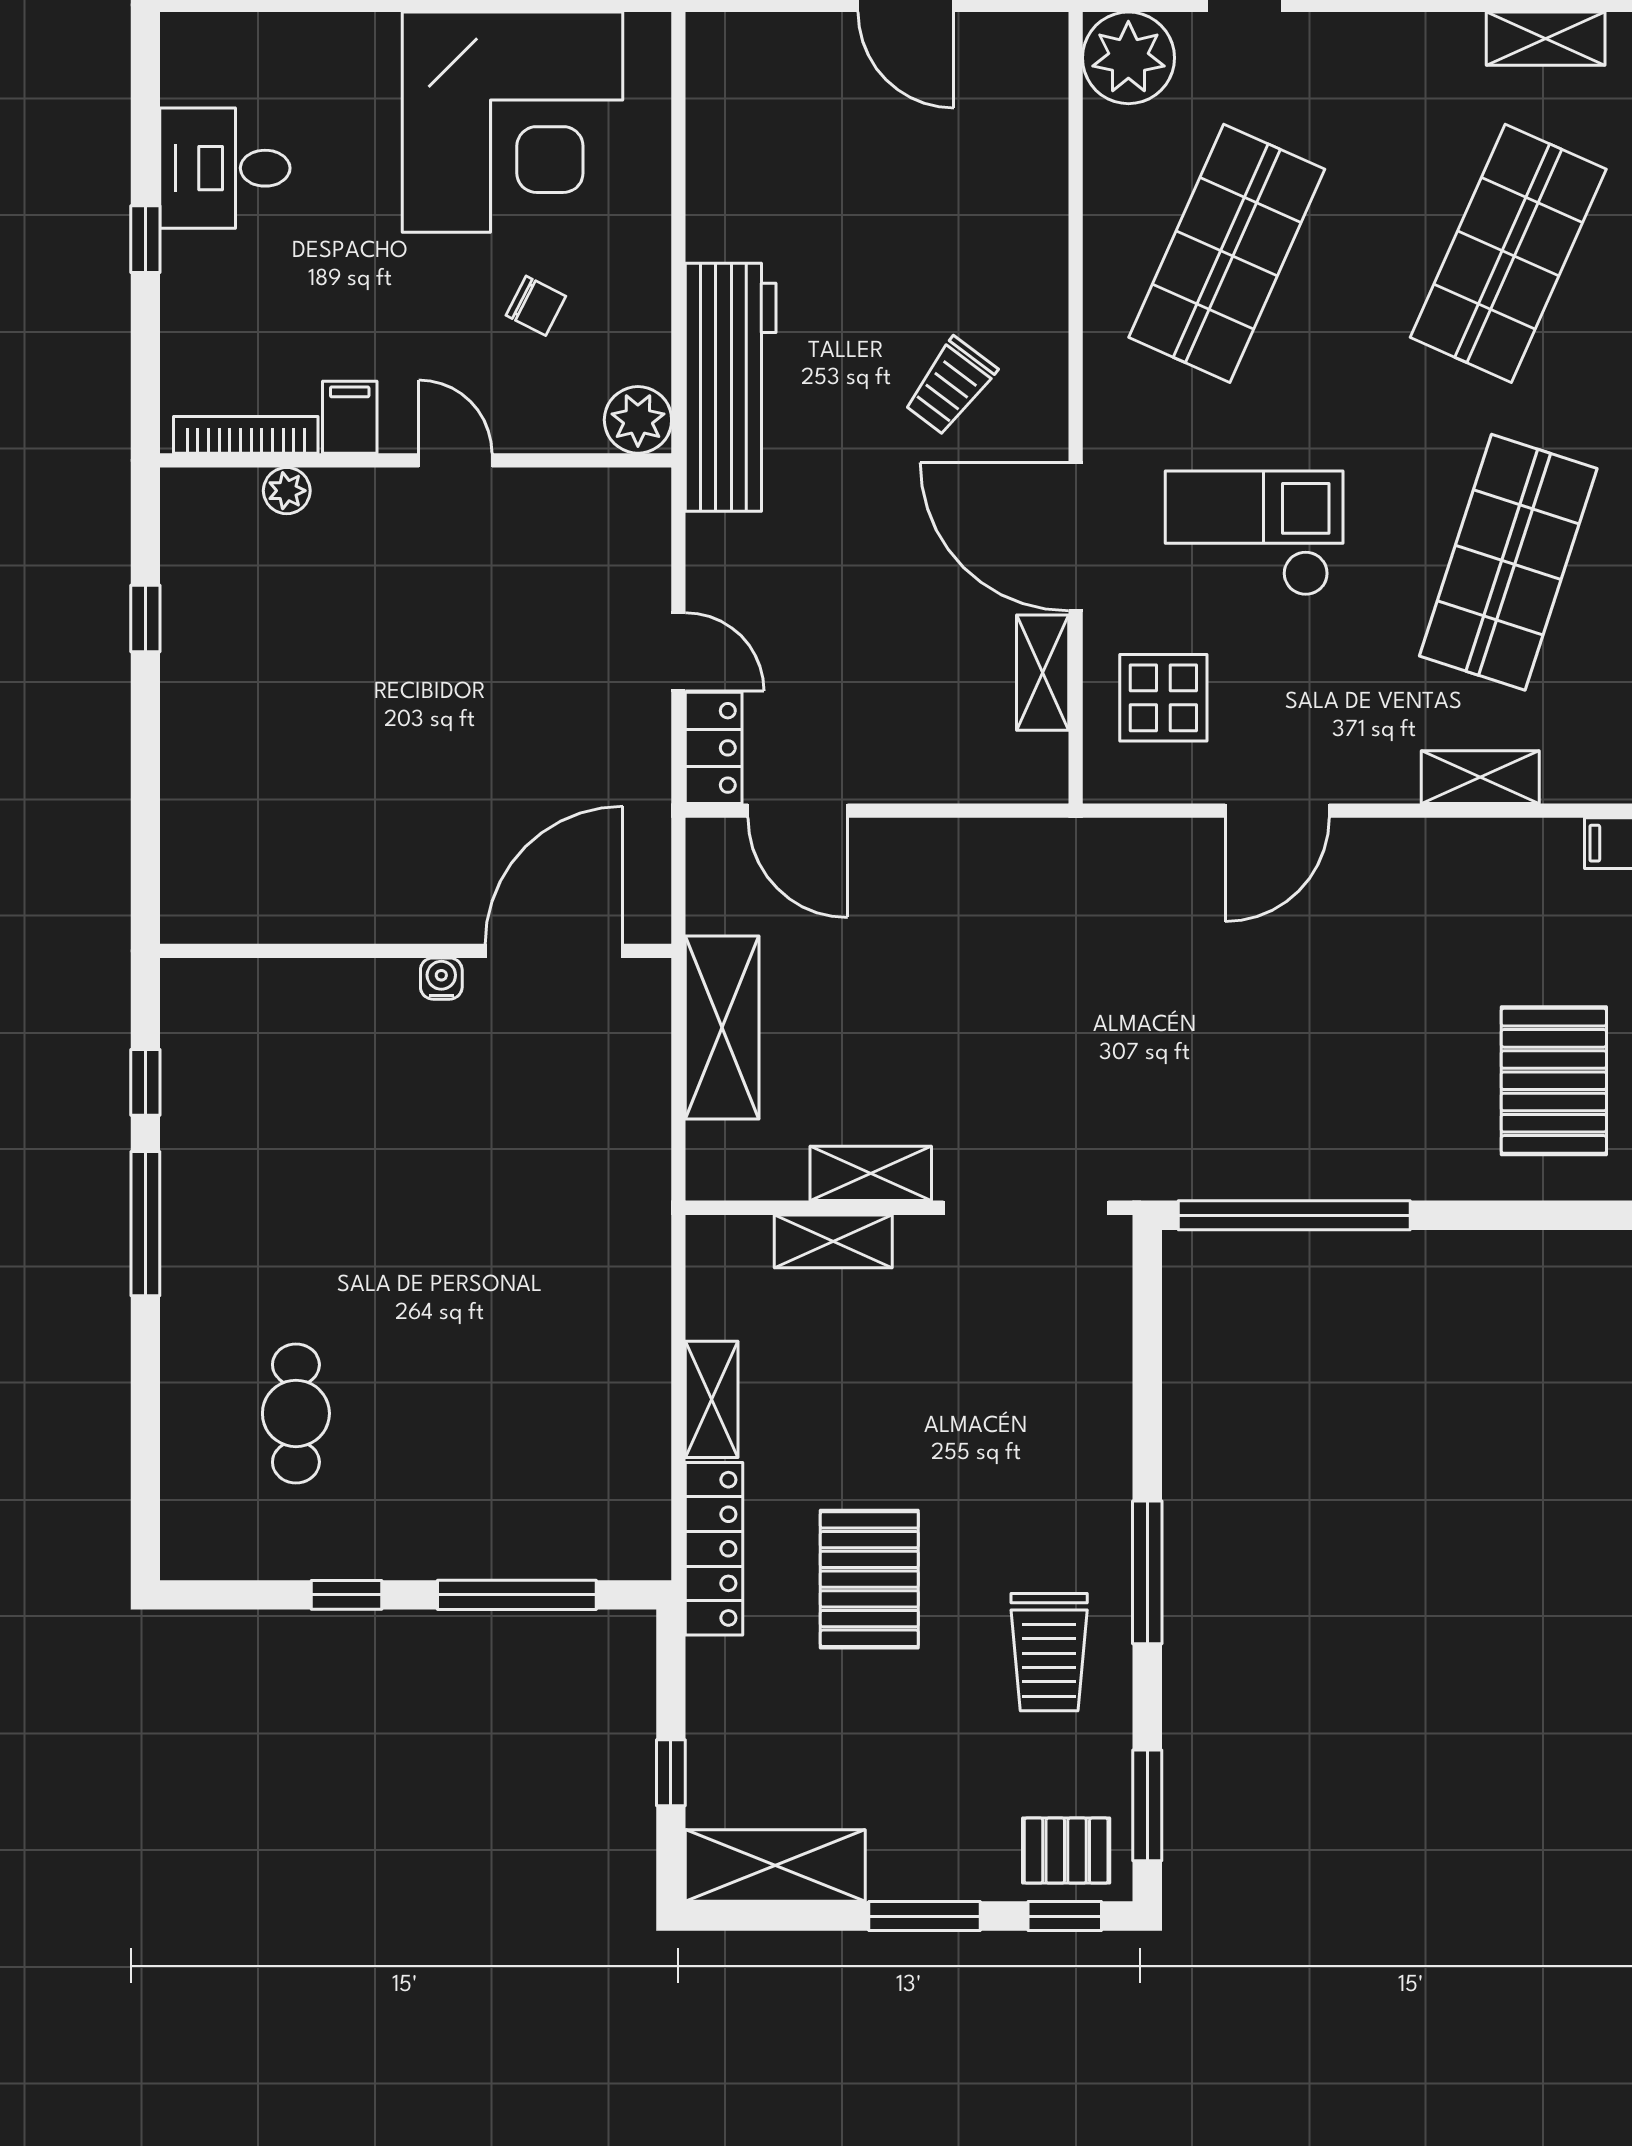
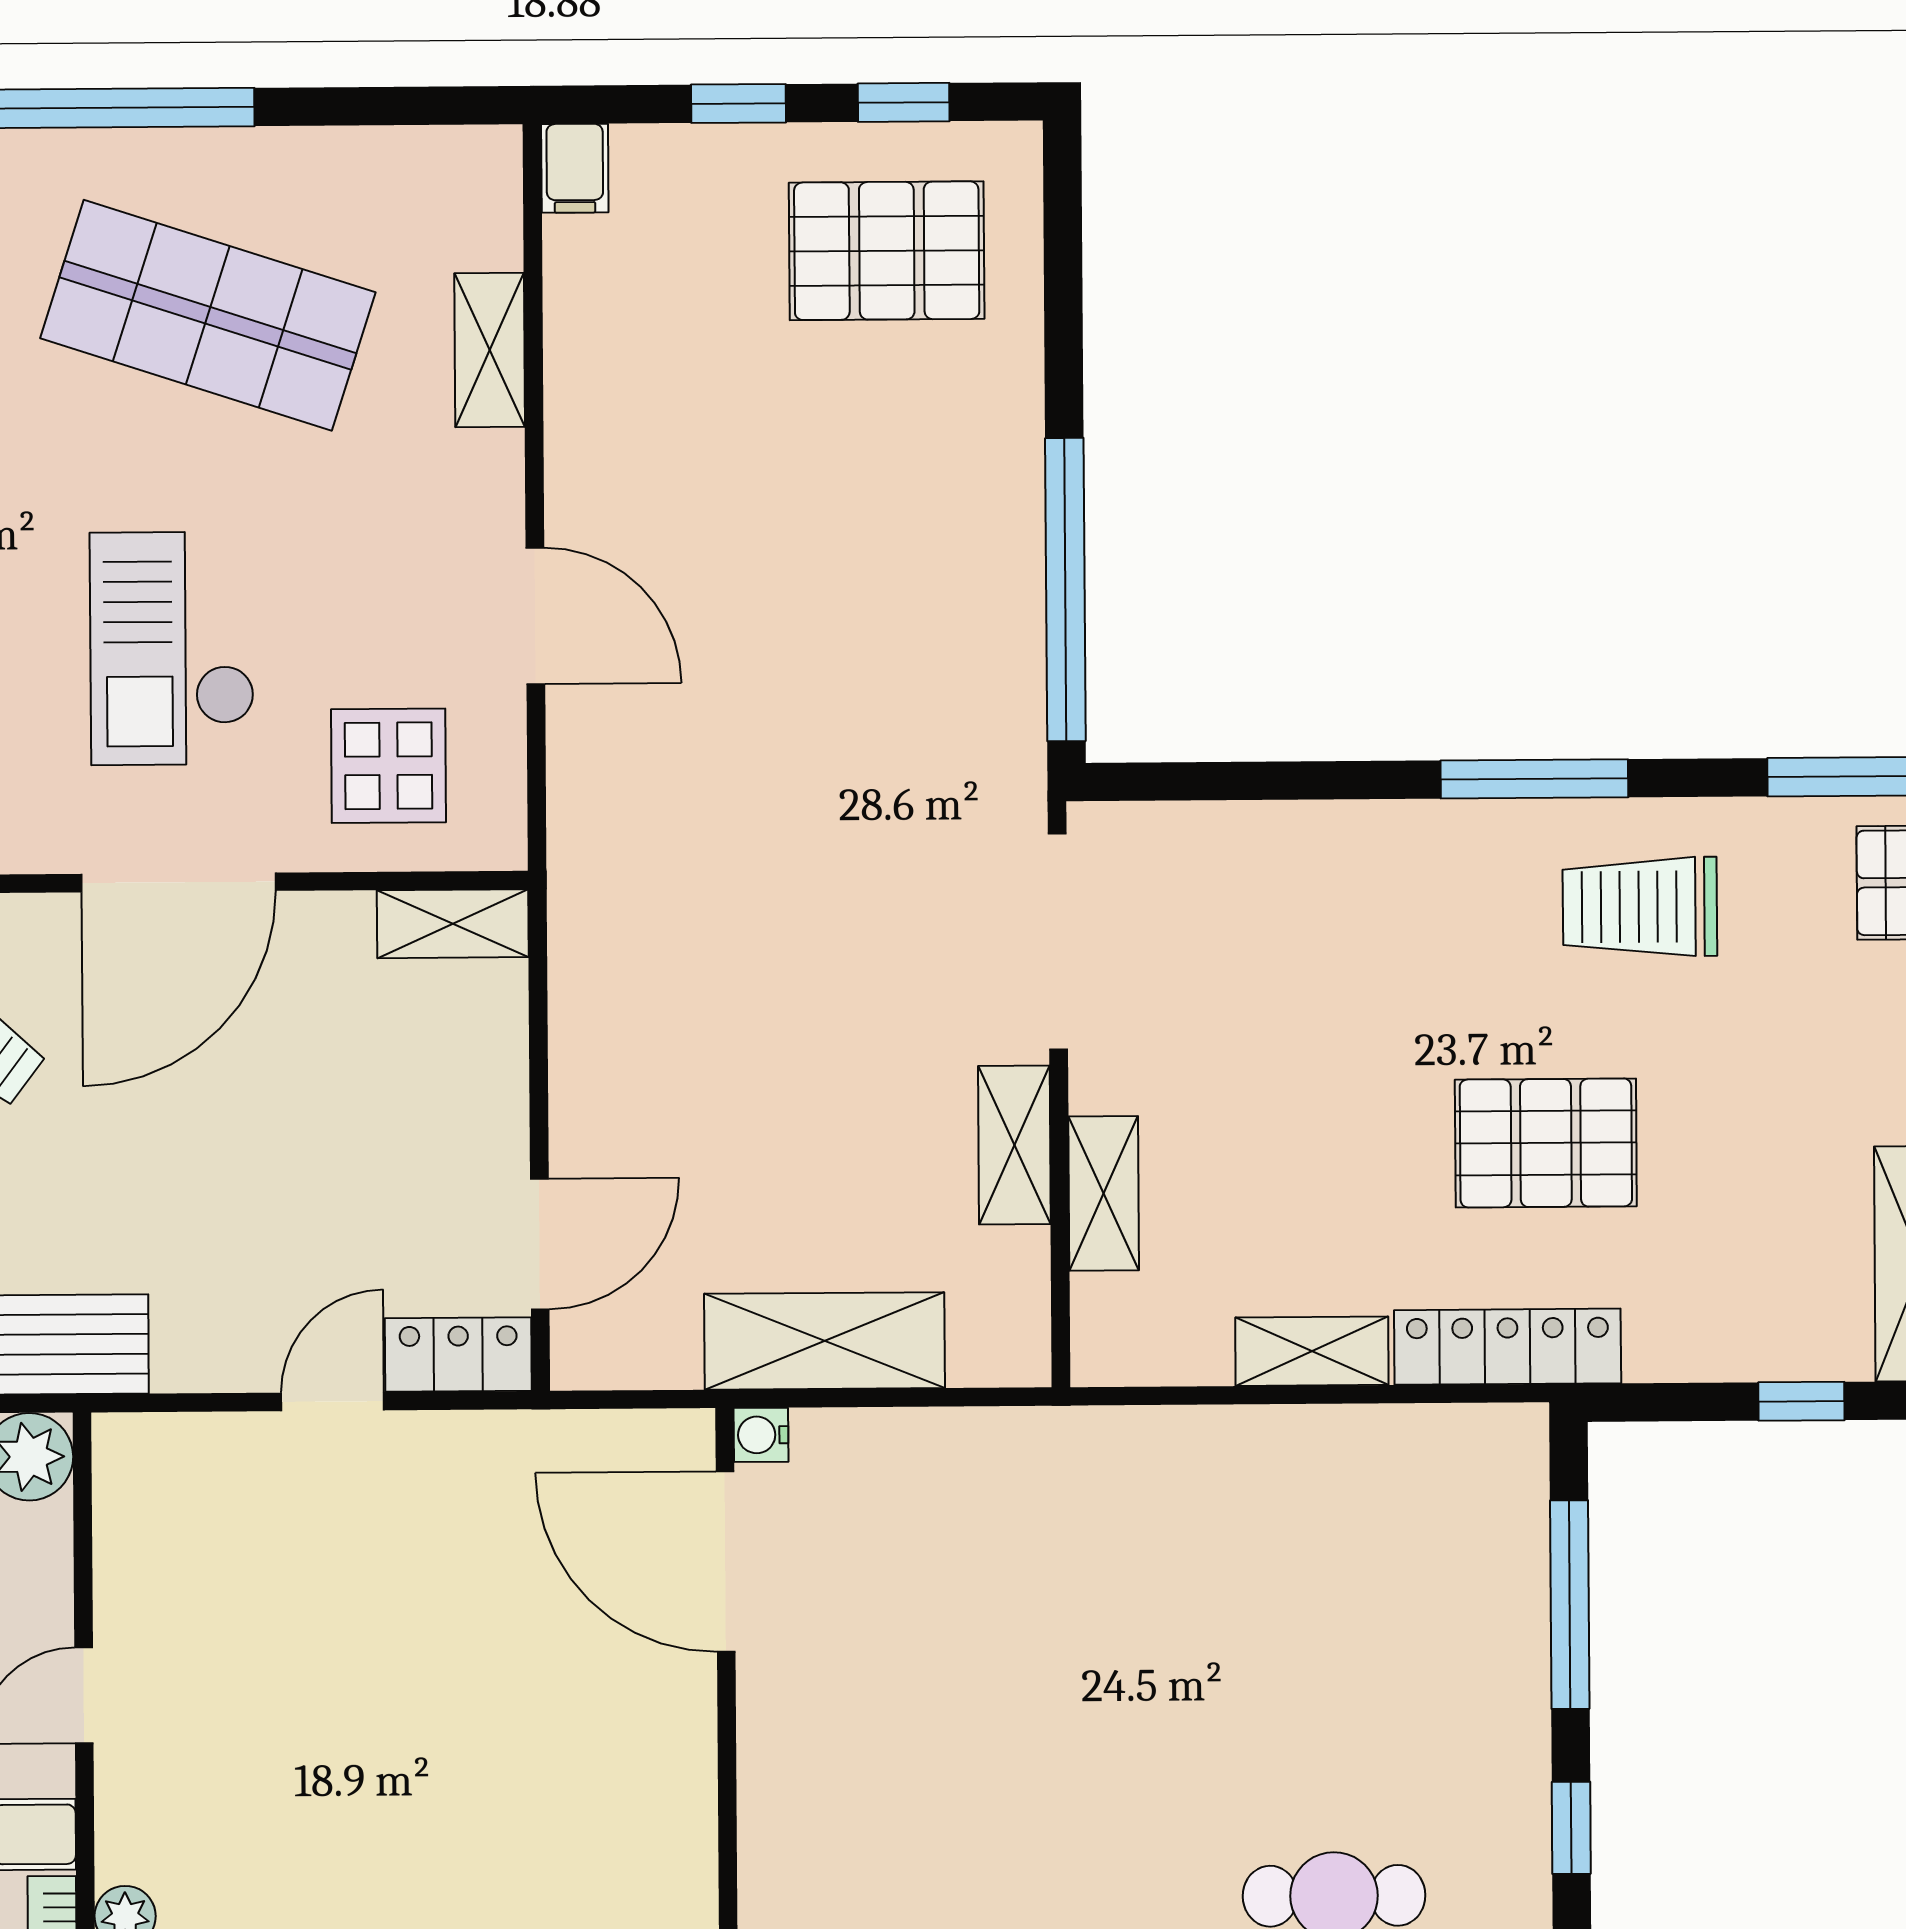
shelving: (1043, 673) -> (453, 924), moved
water cooler: (441, 979) -> (761, 1435), moved
trolley: (1049, 1652) -> (1640, 907), turned 180

